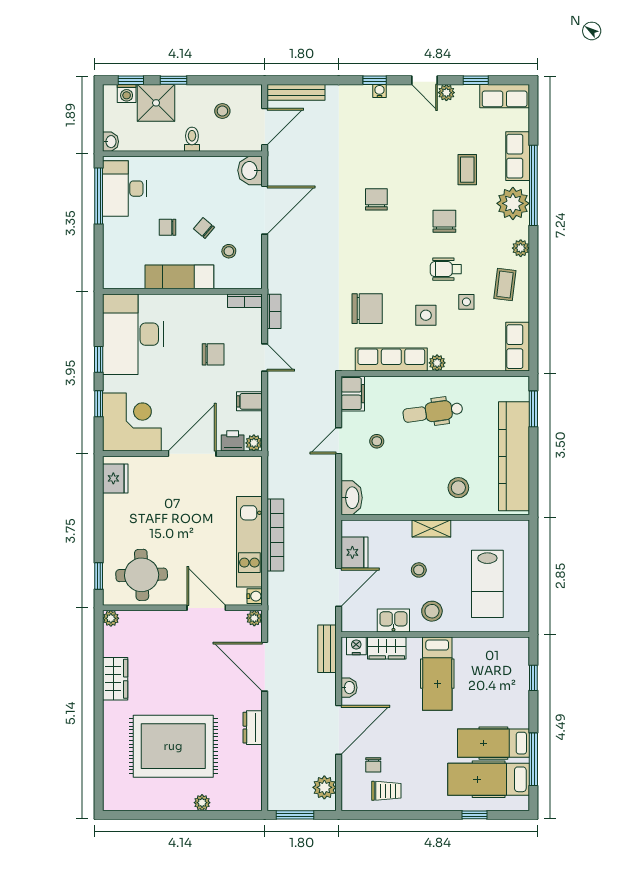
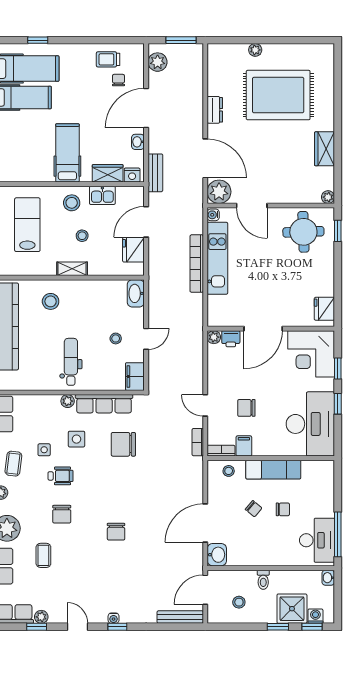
plant: (446, 93) -> (41, 617), moved
stool: (229, 251) -> (229, 471), moved
filing cabinet: (249, 401) -> (244, 446), moved, turned -90
dental chair: (433, 412) -> (71, 362), turned -82
plant: (254, 618) -> (219, 192), width x1.88, depth x1.88

